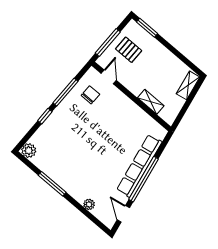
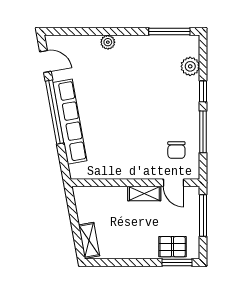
pallet: (129, 50) -> (173, 247), moved
shelving: (151, 102) -> (144, 193), moved
plant: (29, 151) -> (190, 66), moved
window: (52, 184) -> (169, 32), moved
plant: (89, 204) -> (108, 42), moved

